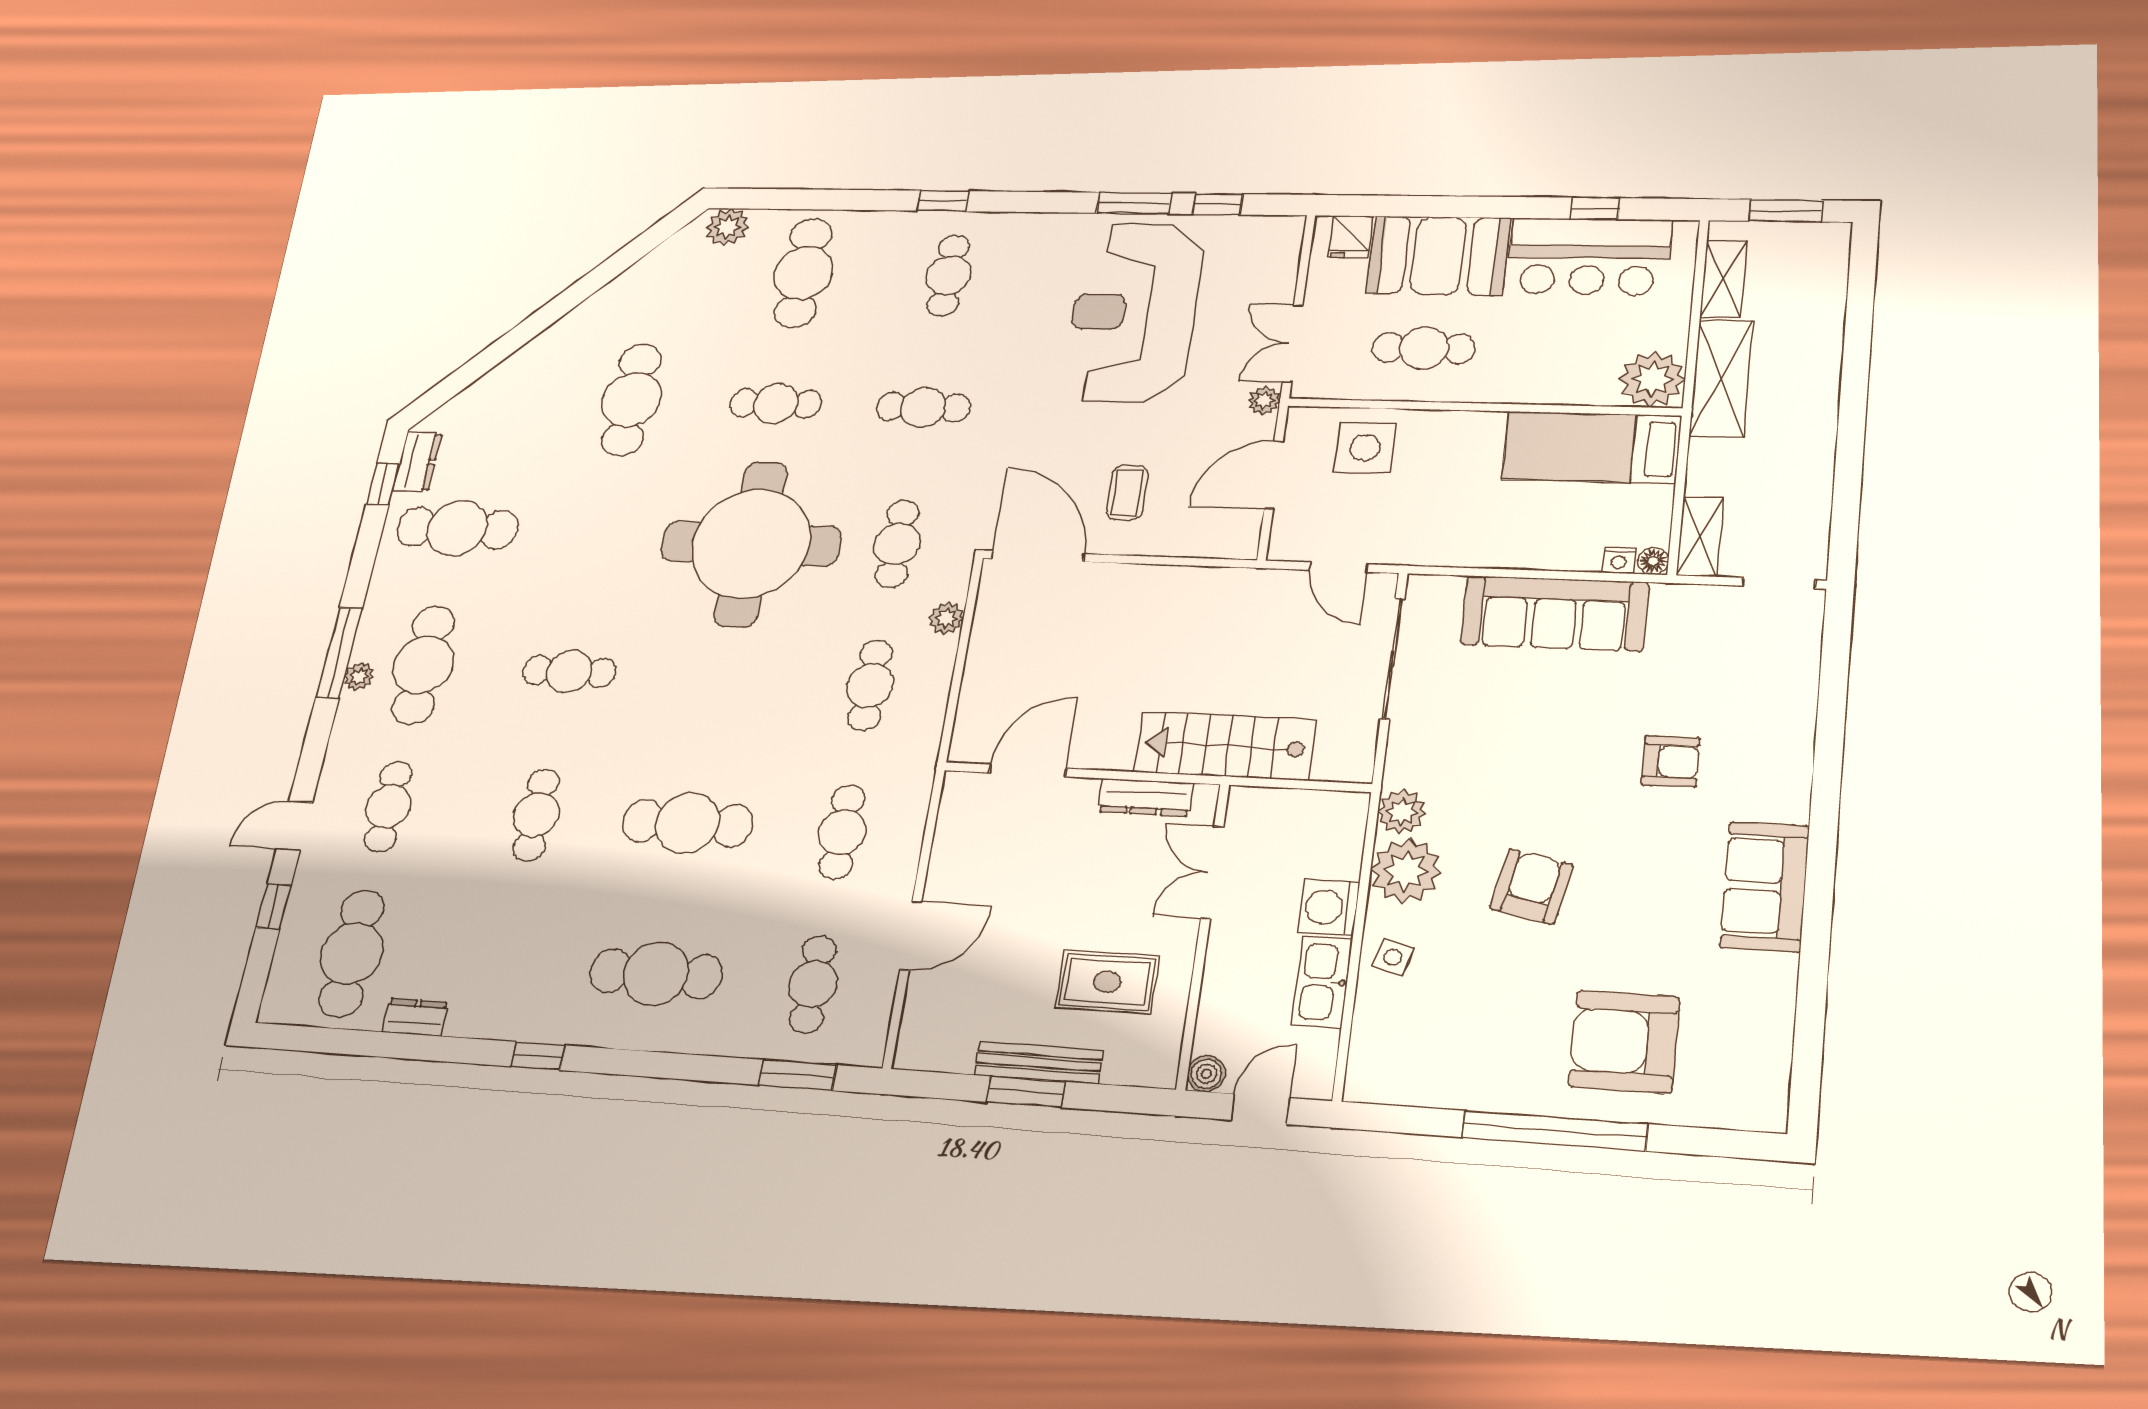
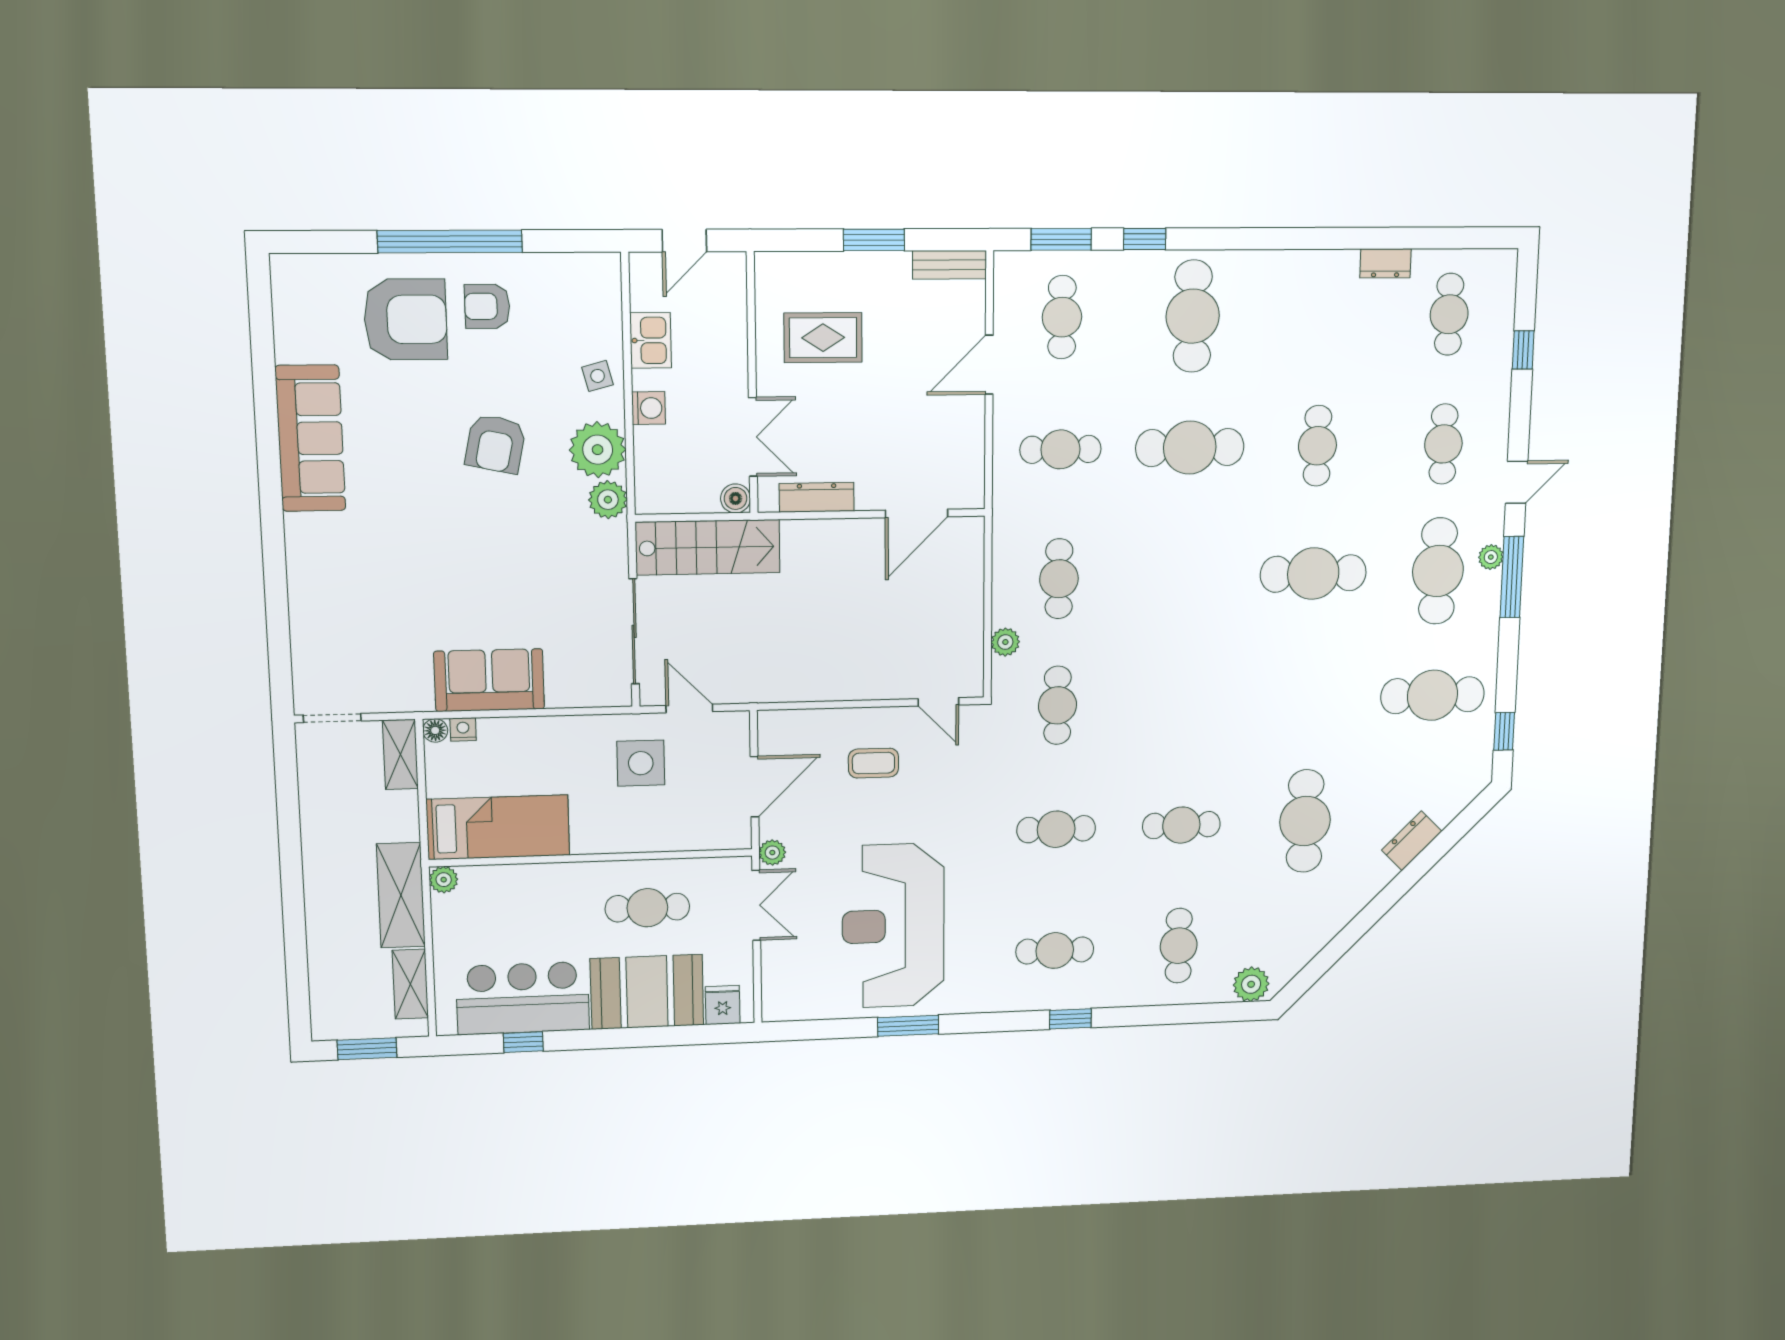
window: (1218, 204) -> (838, 1029), removed
cafe table: (803, 273) -> (1179, 946), width x0.73, depth x0.74
cafe table: (948, 275) -> (1055, 950), turned 90
reception desk: (1134, 312) -> (893, 926), turned 180
plant: (1652, 379) -> (444, 880), width x0.53, depth x0.53
side table: (1365, 448) -> (641, 763), moved
dresser: (417, 462) -> (1412, 841), moved, turned 45
coffee table: (1127, 493) -> (873, 763), turned 90
round table: (751, 544) -> (1180, 697), removed
door: (1038, 556) -> (938, 702), width x0.53
sofa: (1554, 613) -> (489, 680), width x0.73
cafe table: (569, 672) -> (1313, 574), width x1.37, depth x1.35
stairs: (1225, 746) -> (708, 547), moved
armchair: (1671, 761) -> (487, 306), moved
door: (294, 826) -> (1517, 482), moved
cafe table: (842, 832) -> (1060, 449), turned 90
sofa: (1765, 886) -> (310, 438), width x1.36
washing machine: (1328, 907) -> (649, 408), width x0.73, depth x0.73
cafe table: (352, 953) -> (1449, 314), width x0.73, depth x0.74
side table: (1393, 957) -> (598, 376), turned -31
cafe table: (656, 974) -> (1193, 316), turned 90
kitchen sink: (1322, 982) -> (651, 340), width x0.73
window: (538, 1056) -> (1145, 239), moved
bench: (1039, 1063) -> (949, 265), moved, width x0.73
boiler: (1206, 1074) -> (736, 498), moved

